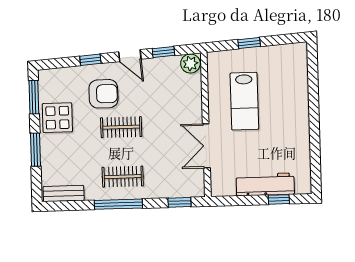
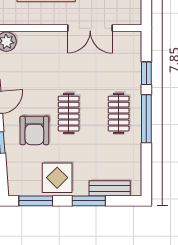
armchair: (103, 94) -> (34, 130), turned 180
bench: (64, 193) -> (110, 188), moved, turned 90
window: (180, 202) -> (146, 73), moved

